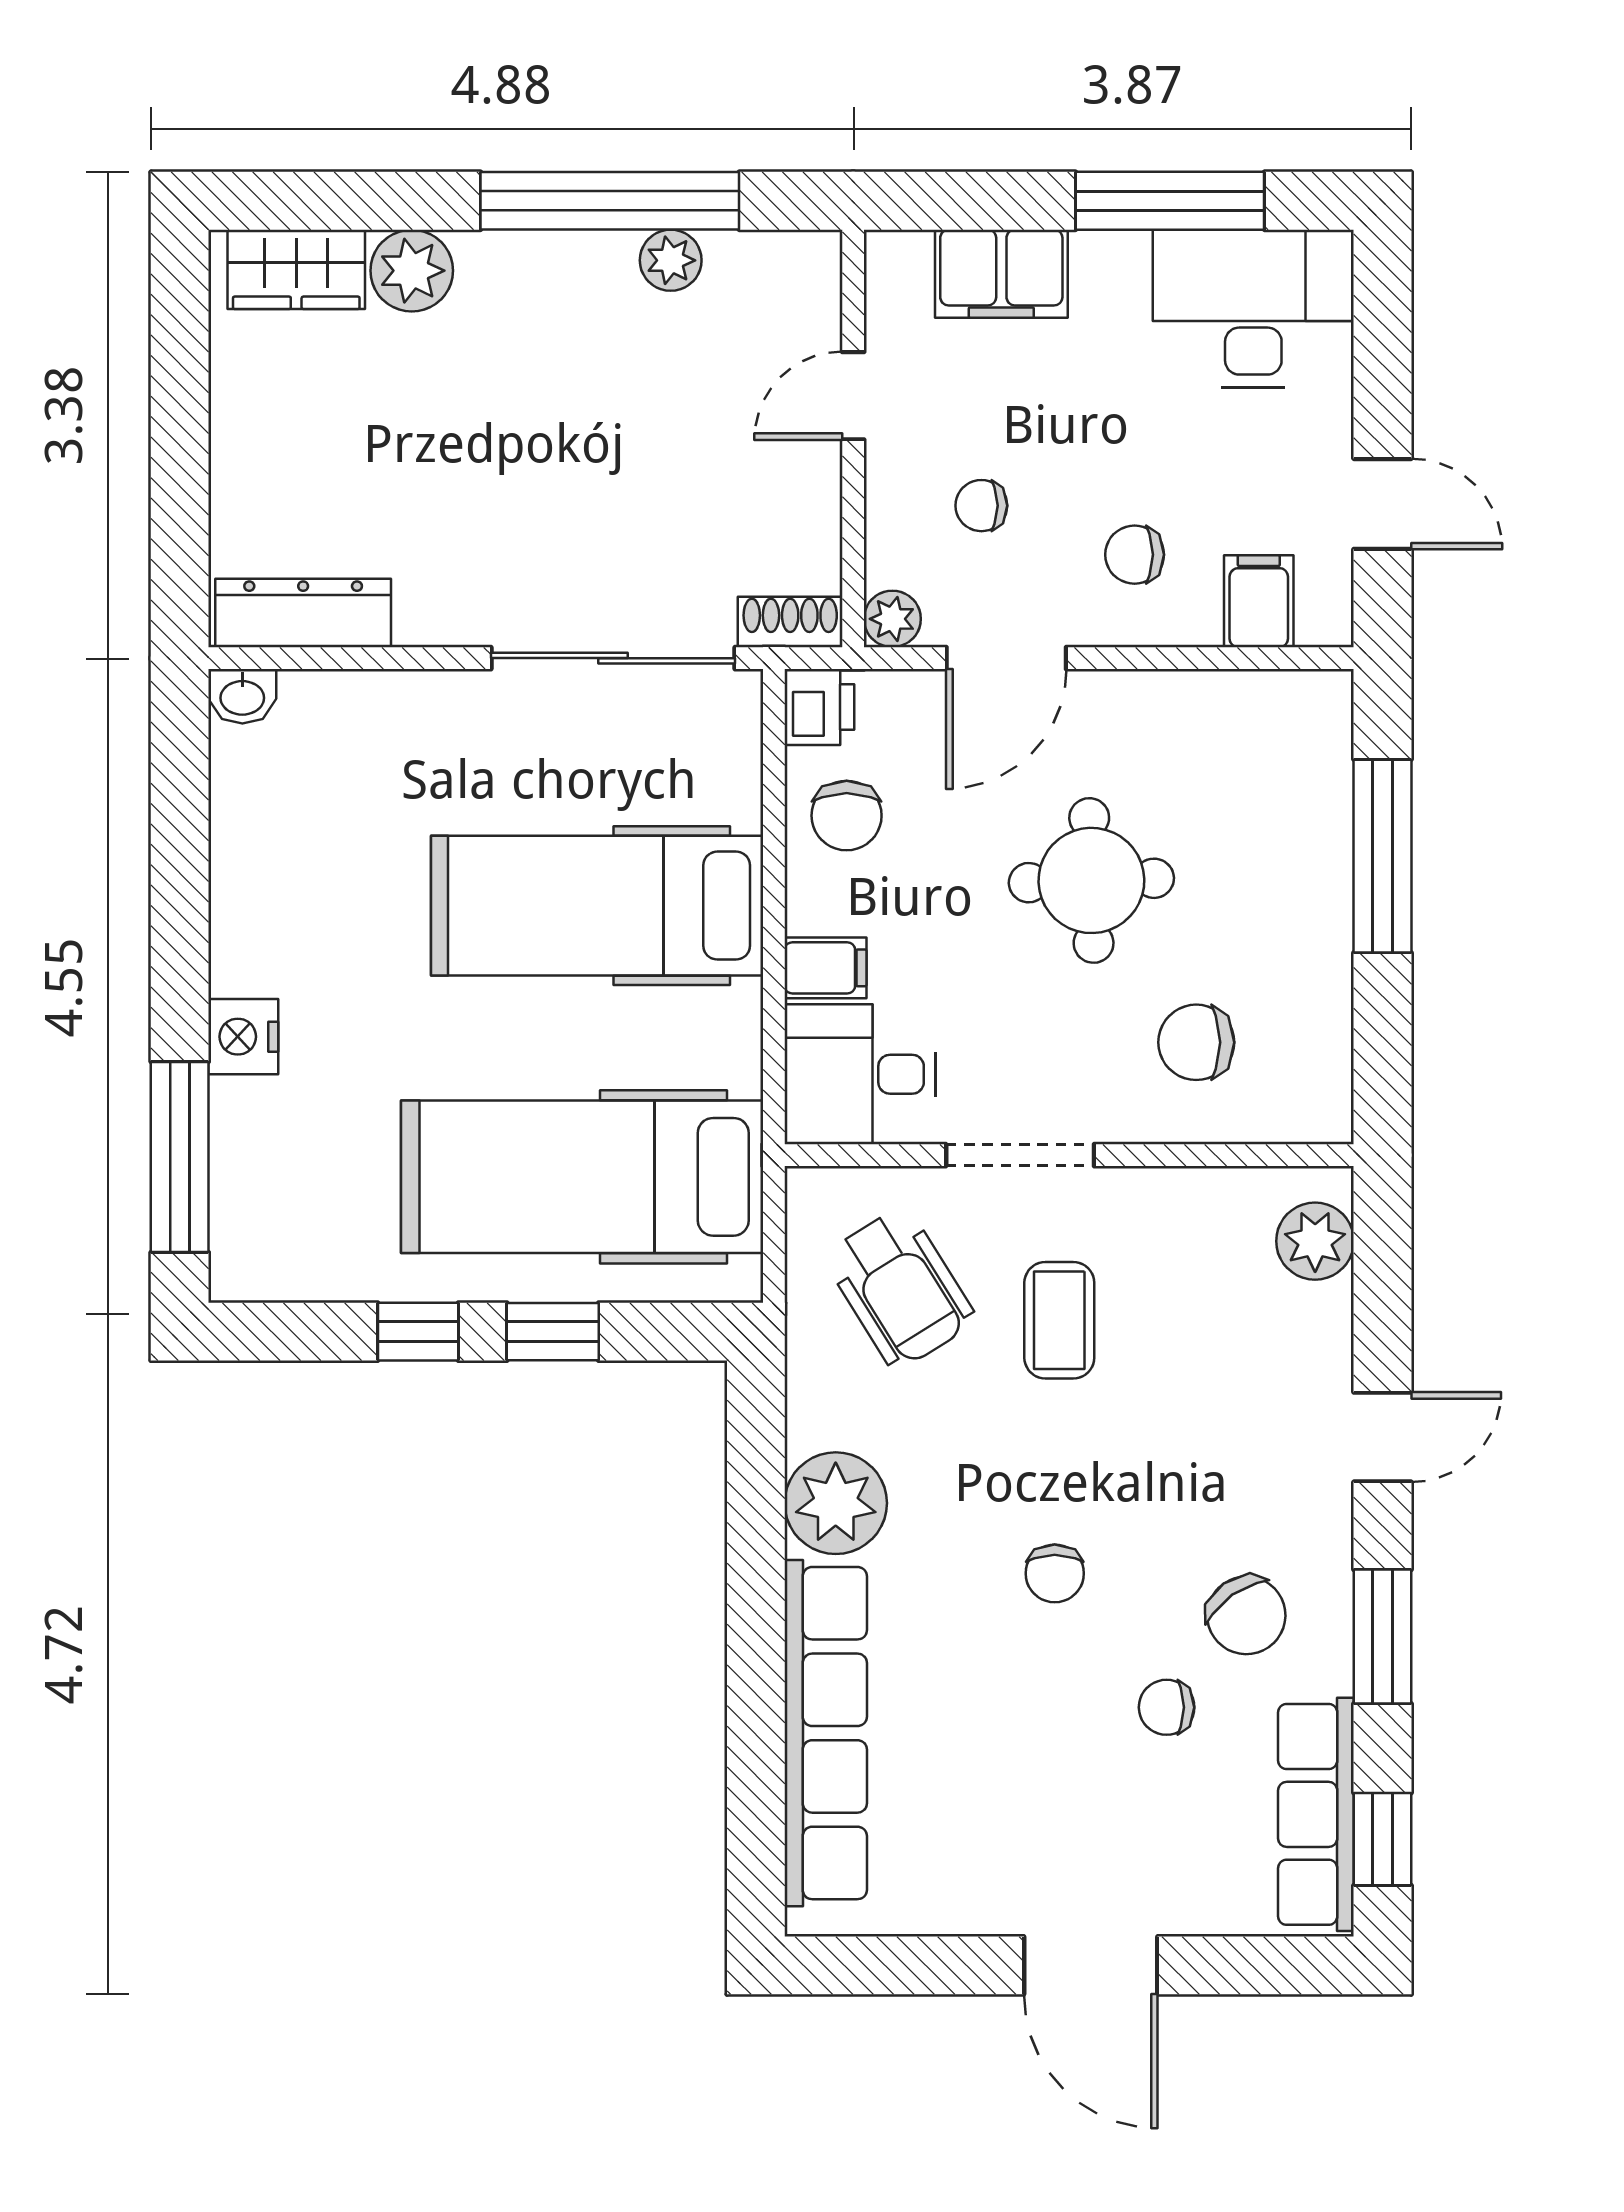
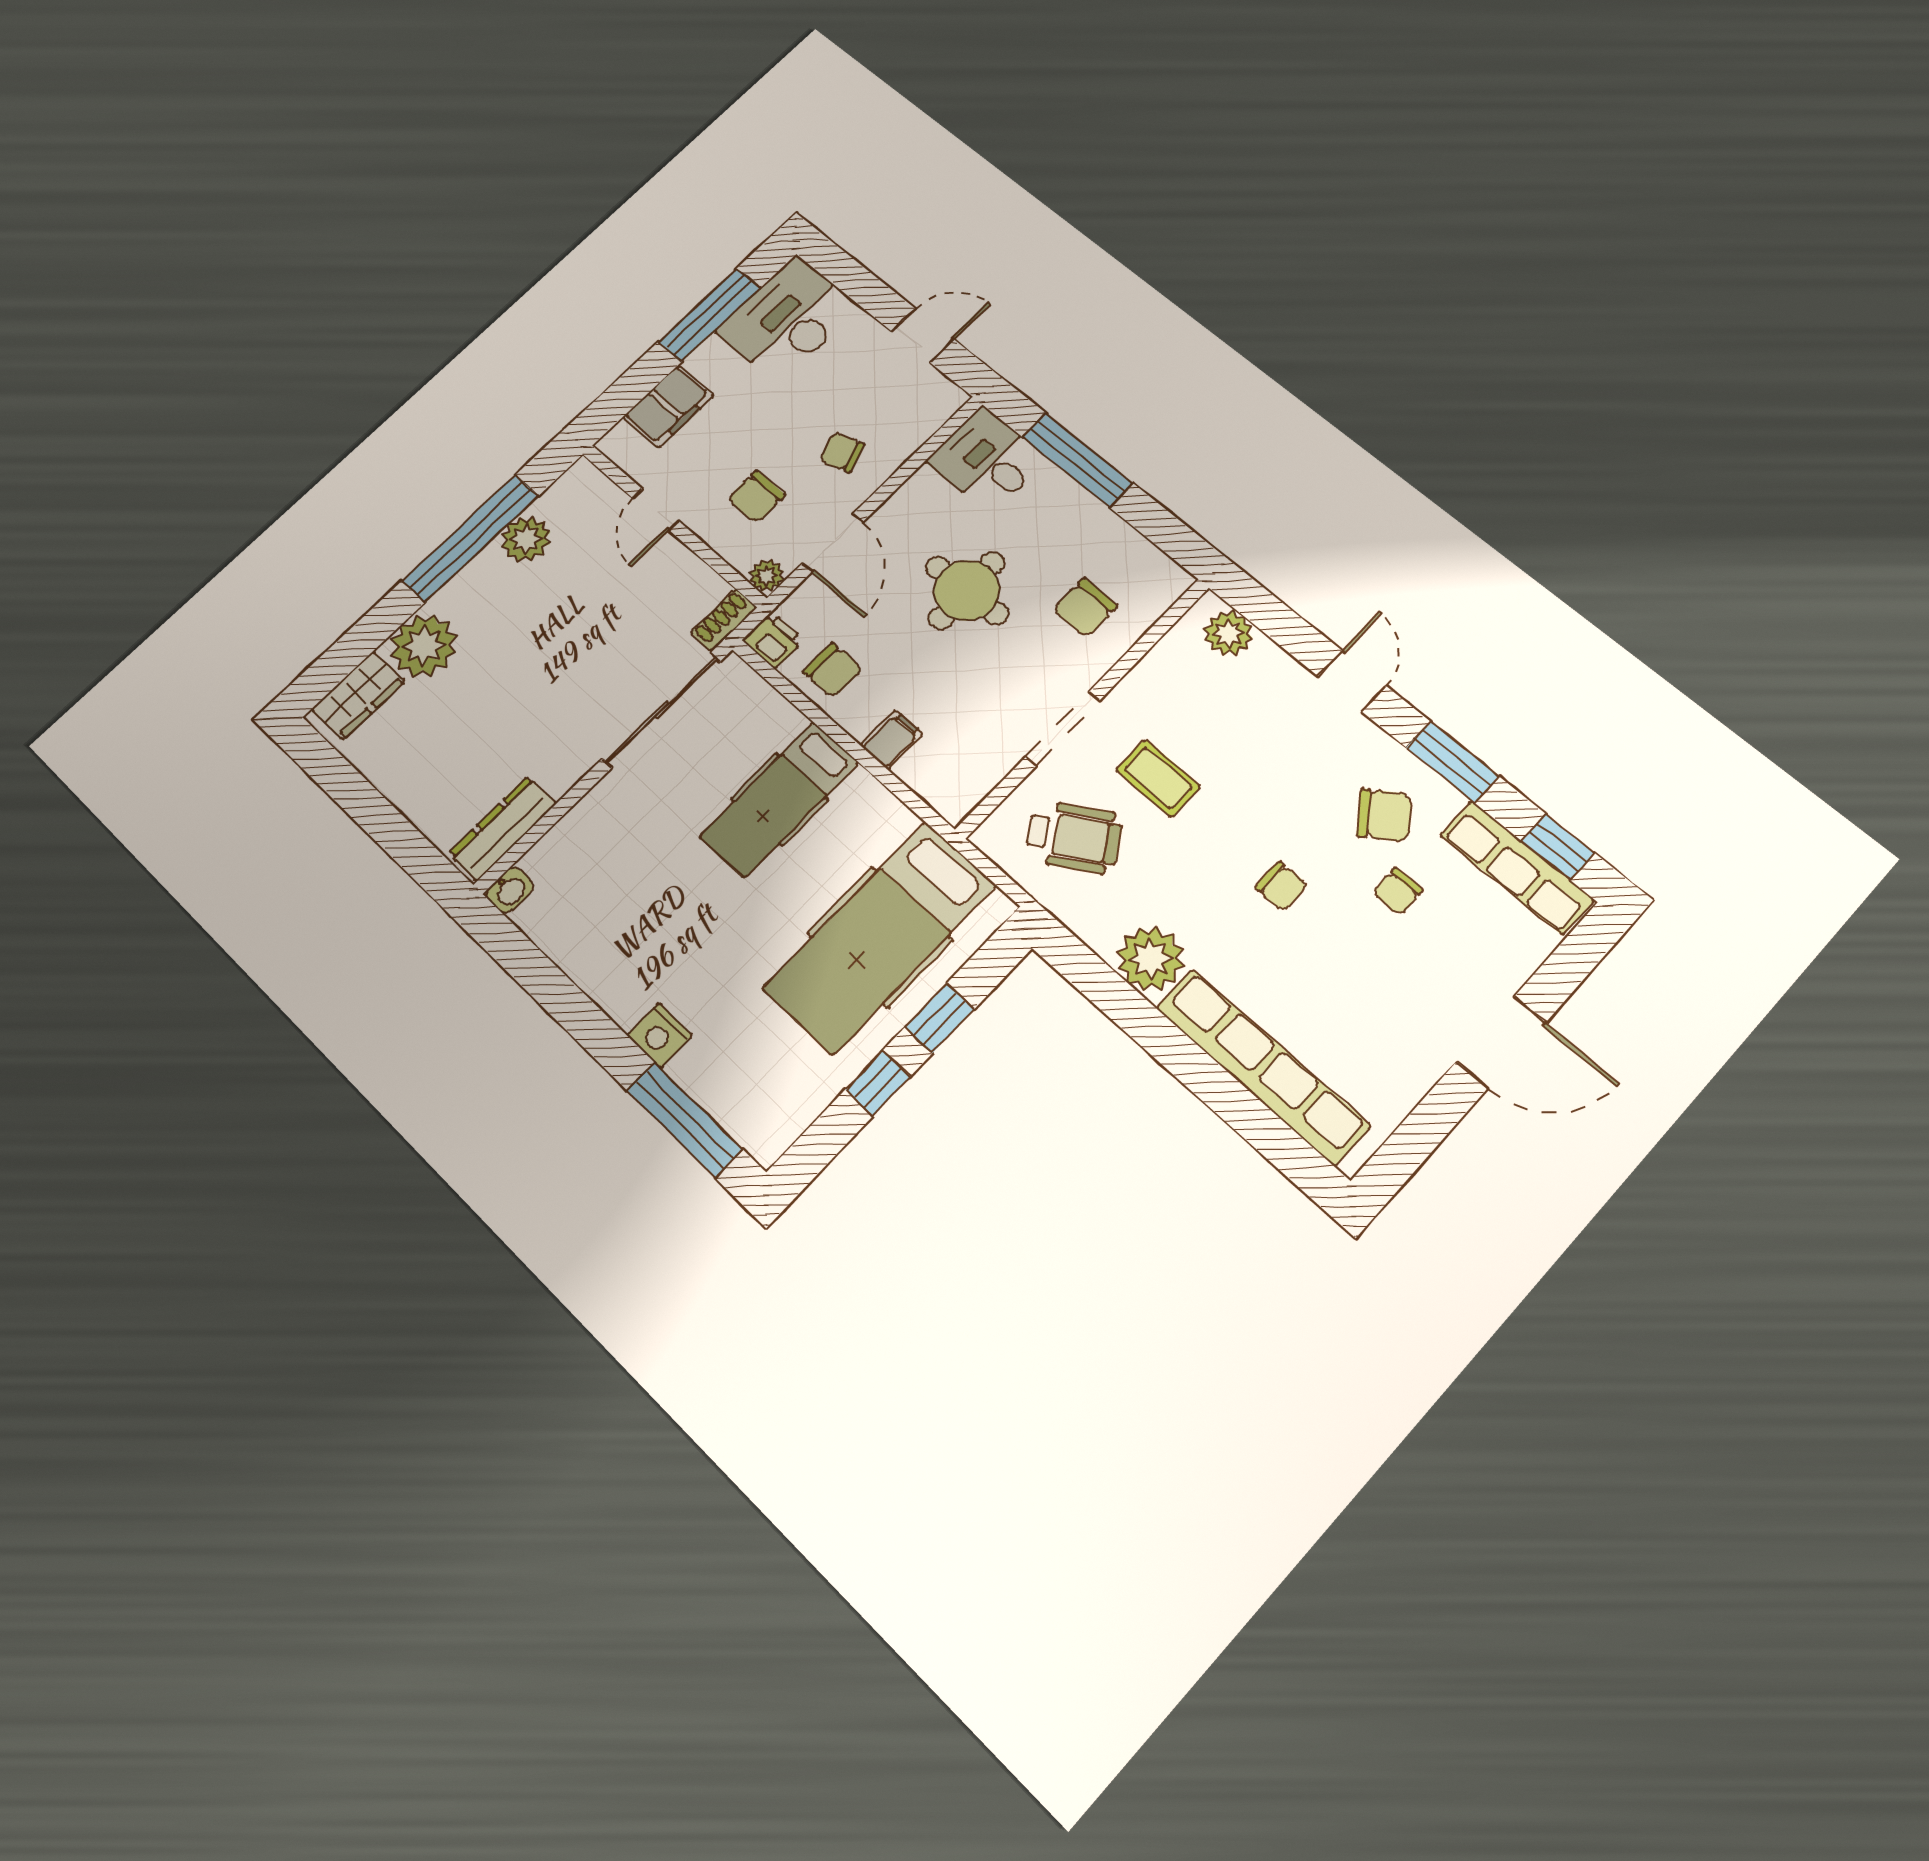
plant: (671, 260) -> (526, 539), width x1.38, depth x1.38
plant: (412, 271) -> (423, 646), width x1.36, depth x1.36
chair: (981, 506) -> (756, 497), width x1.37, depth x1.37
chair: (1135, 555) -> (842, 452), turned 72
filing cabinet: (1259, 601) -> (914, 419), removed
hospital bed: (597, 906) -> (779, 799), width x0.73, depth x0.78
desk: (860, 1074) -> (987, 460), moved, turned 90

